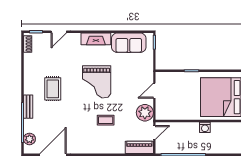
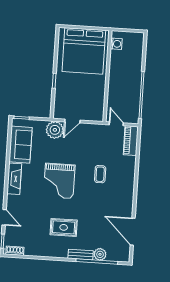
grand piano: (97, 82) -> (59, 181), turned 90
door: (154, 91) -> (72, 121), hinge flipped
plant: (145, 113) -> (55, 130), moved
washing machine: (205, 127) -> (116, 44), moved
plant: (29, 139) -> (100, 254), moved

